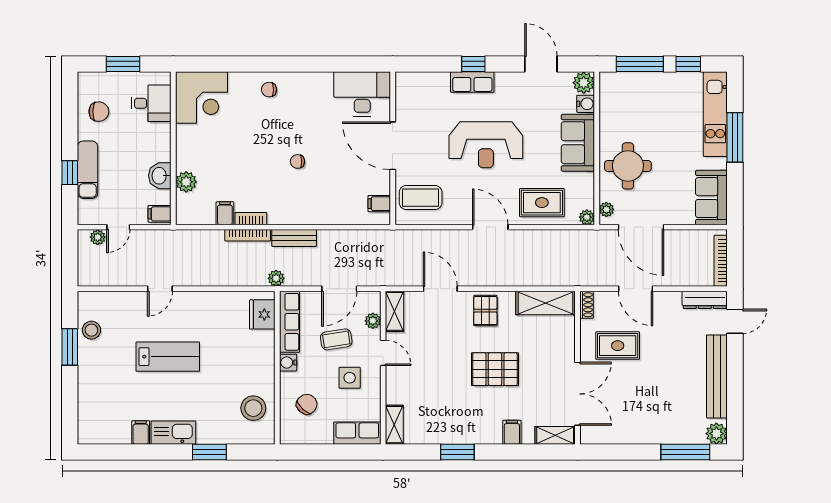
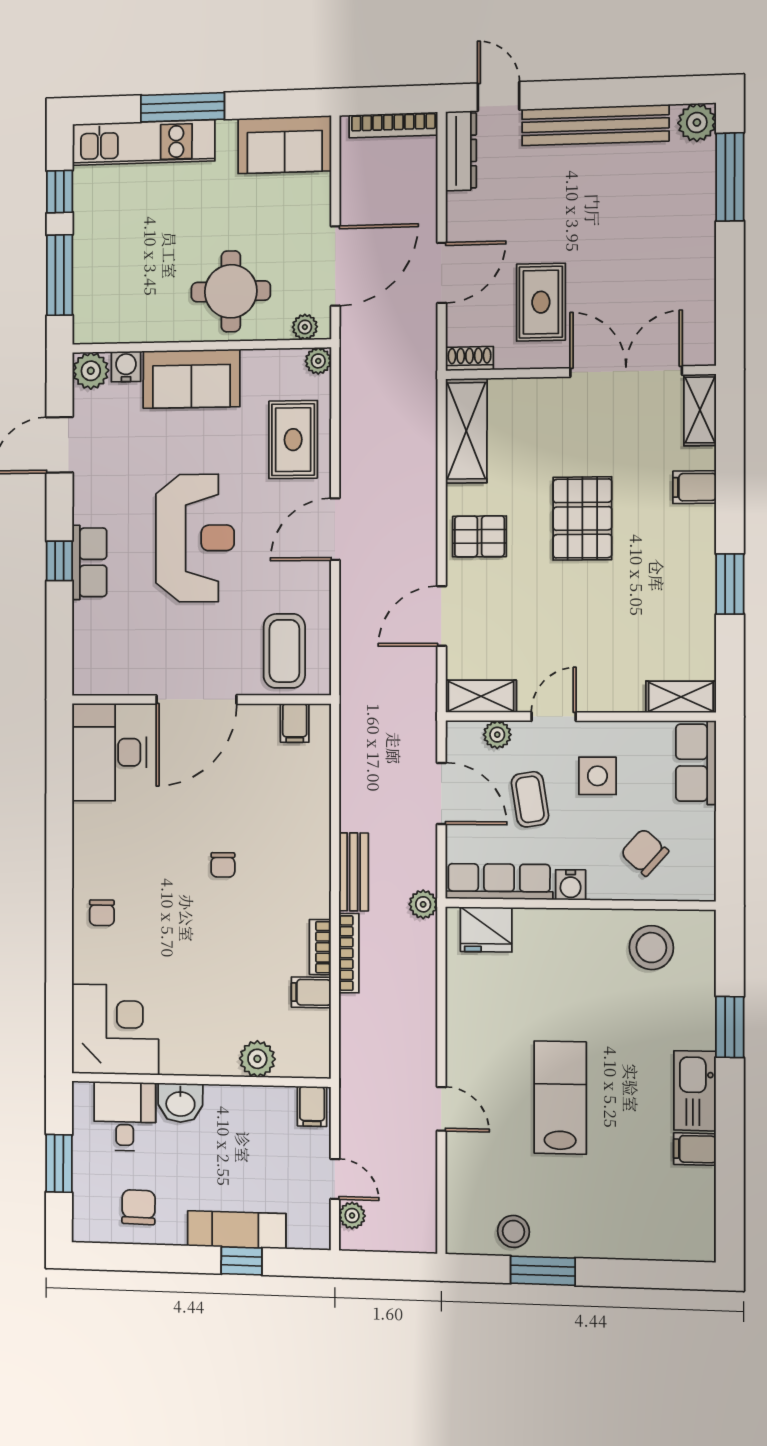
washbasin: (160, 176) -> (180, 1103), moved

